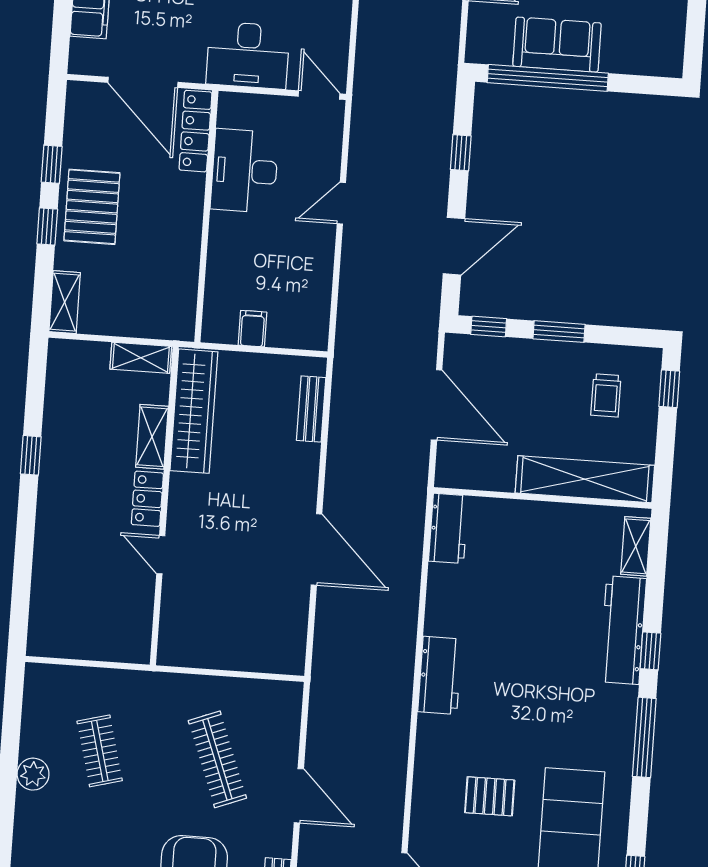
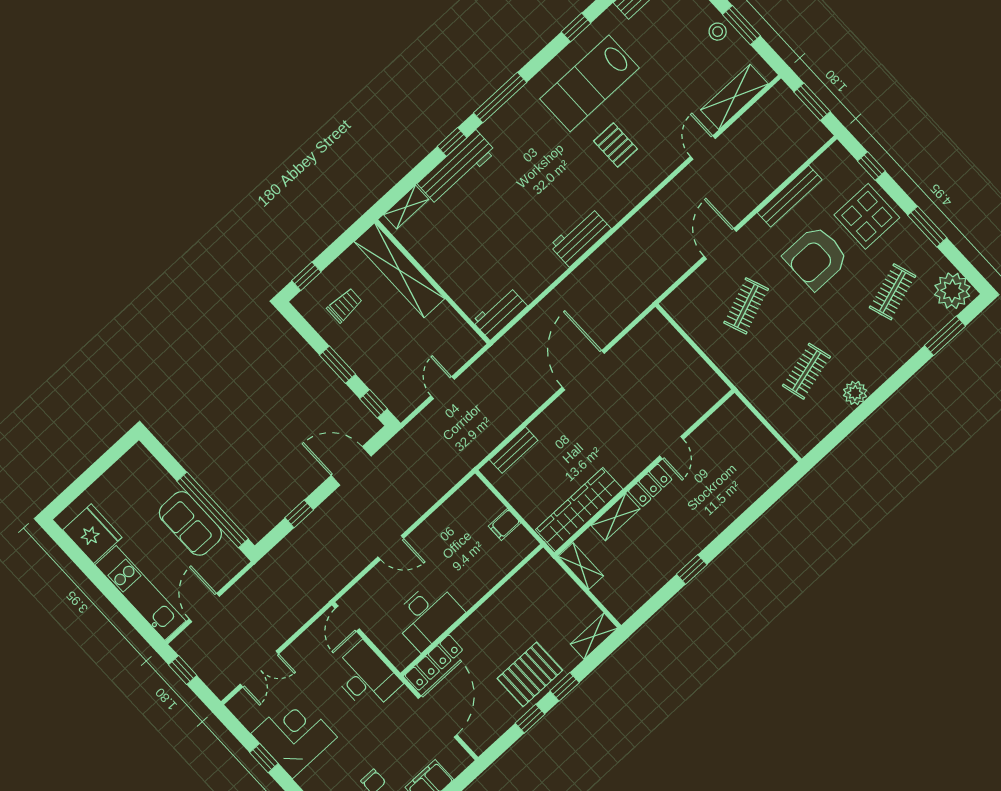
door: (437, 405) -> (443, 388), width x0.53
clothes rail: (217, 759) -> (746, 306), width x0.73

